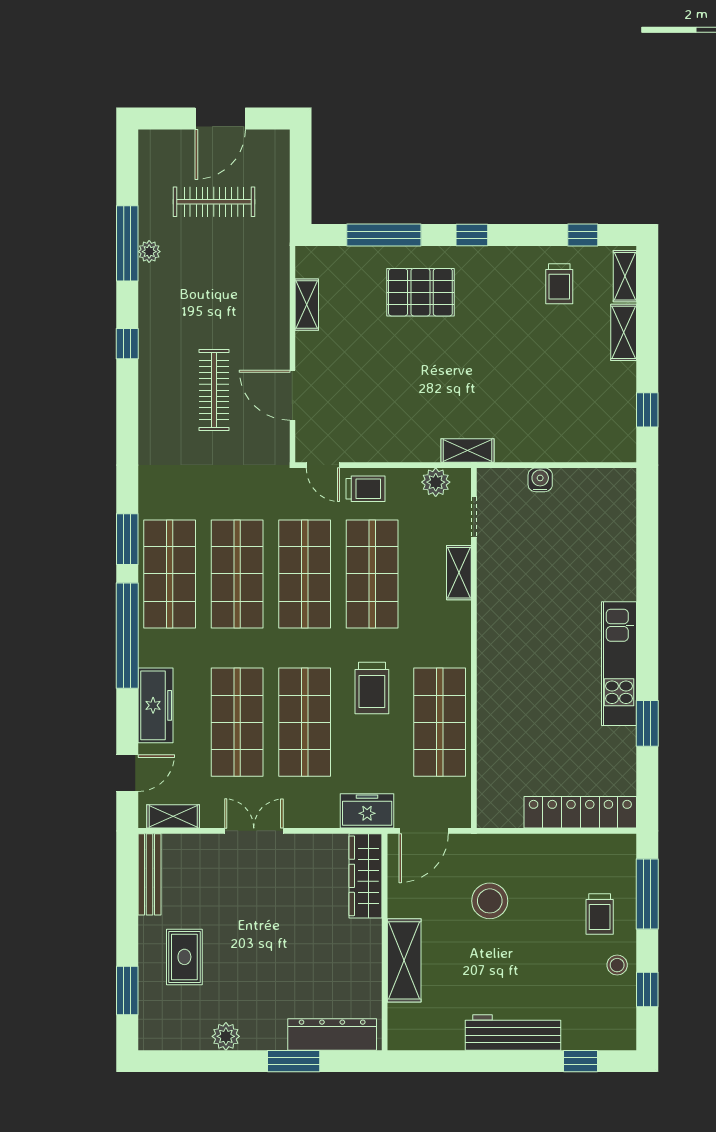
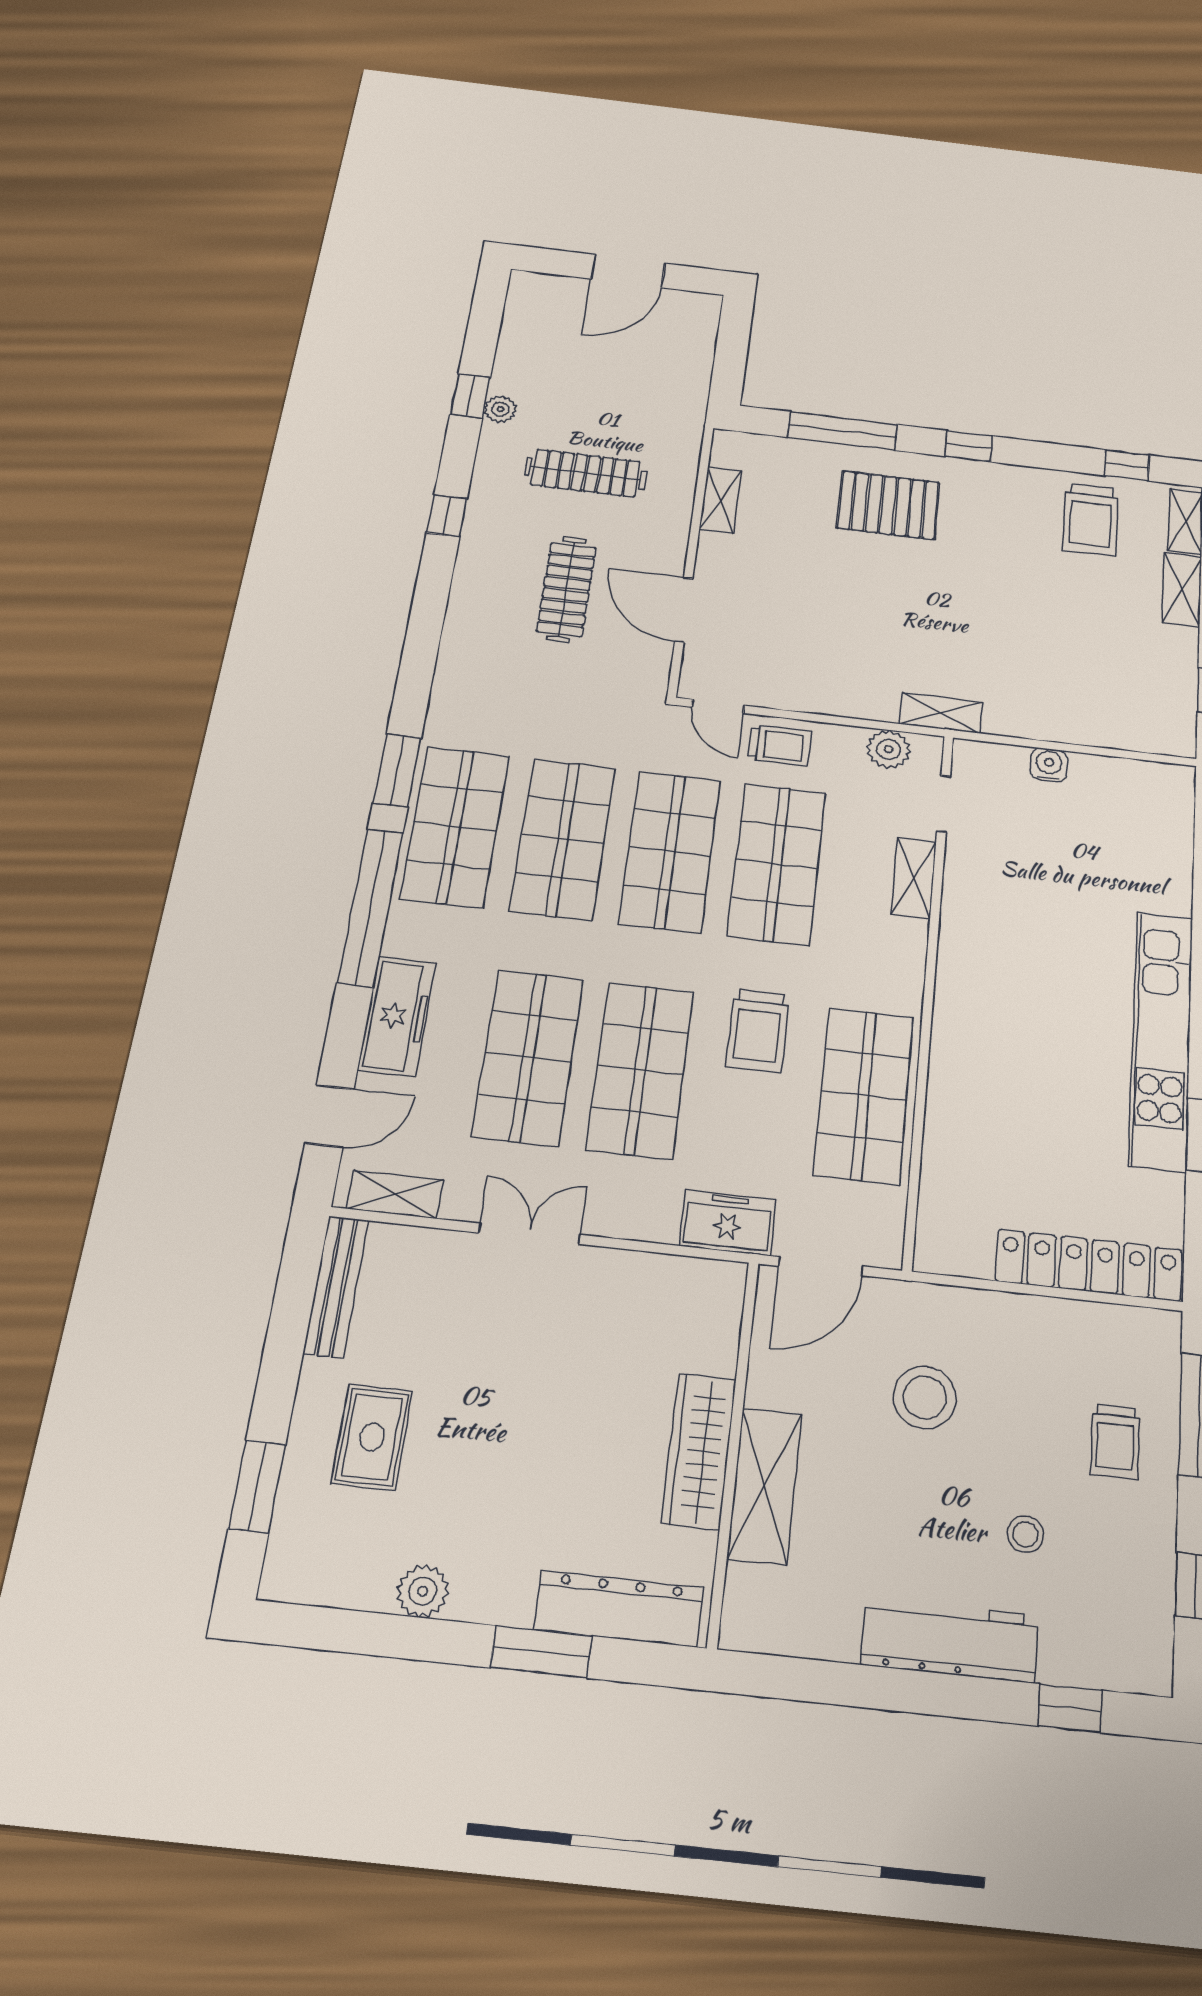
clothes rail: (214, 202) -> (586, 473), moved
window: (127, 243) -> (470, 396), width x0.46
trolley: (559, 284) -> (1090, 519), width x1.36, depth x1.39
kitchen unit: (619, 664) -> (1161, 1040), width x1.36
wardrobe: (366, 876) -> (699, 1451), moved
stool: (617, 965) -> (1025, 1534), moved

